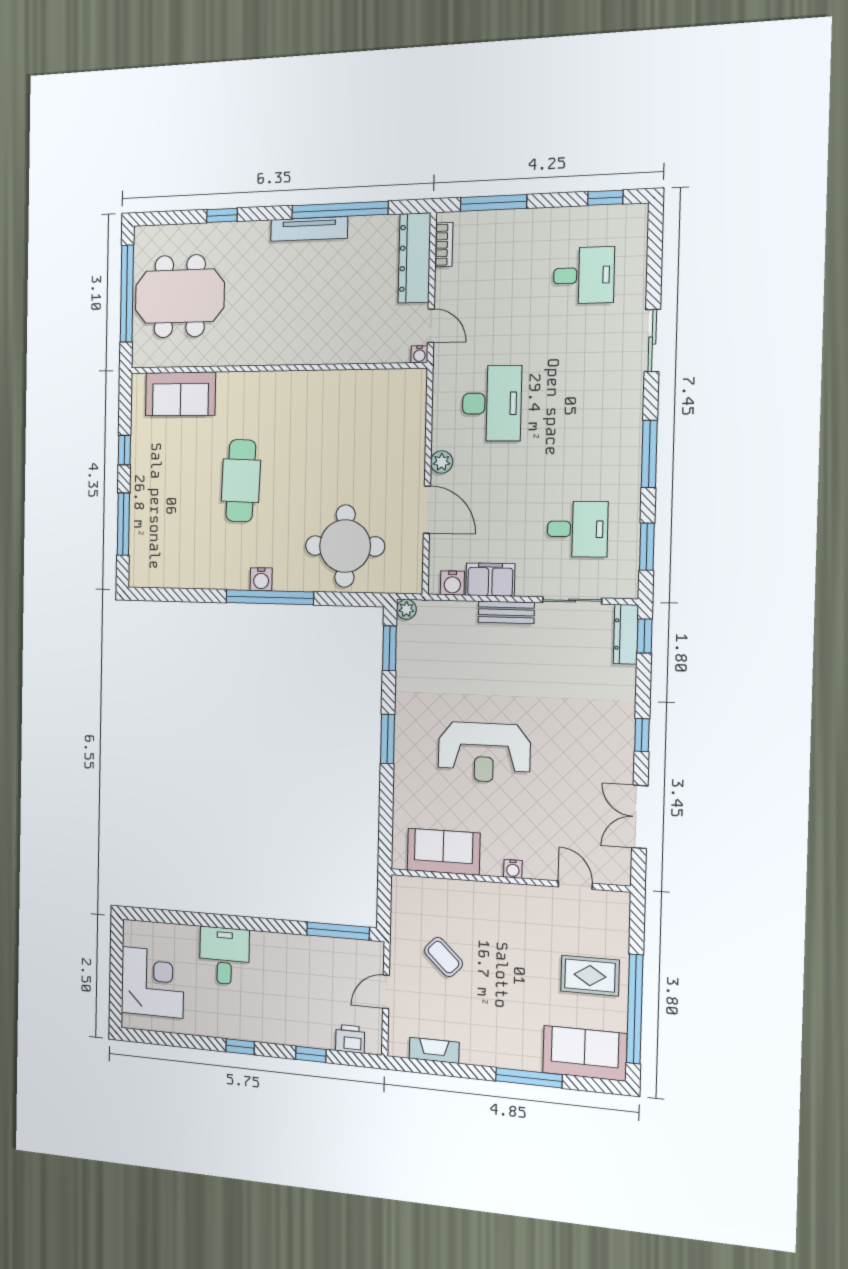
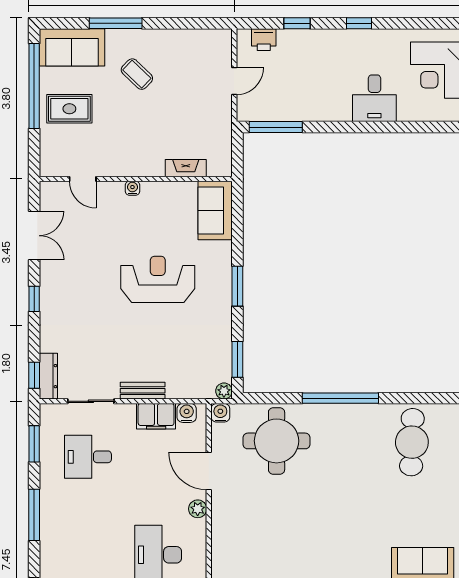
cafe table: (241, 481) -> (412, 442), moved
water cooler: (261, 579) -> (220, 413), moved
sofa: (443, 852) -> (215, 211), moved, turned 90
coffee table: (443, 957) -> (137, 74), moved
fireplace: (434, 1050) -> (186, 168), moved, turned 180

